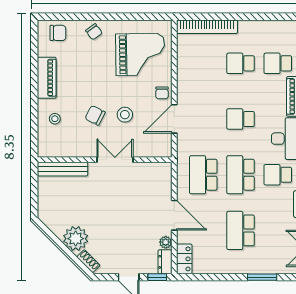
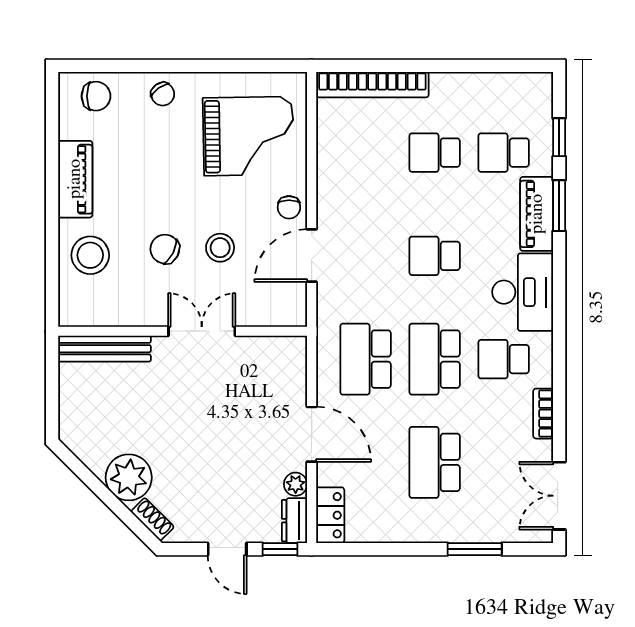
stool: (55, 119) -> (90, 255), width x1.89, depth x1.89

